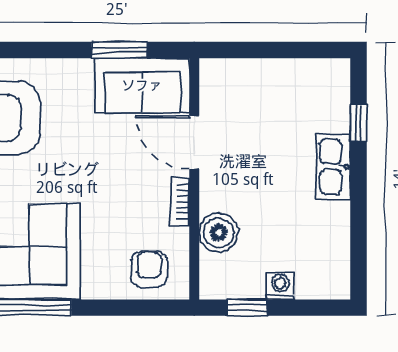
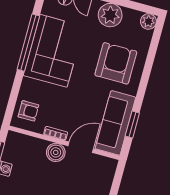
sofa: (142, 85) -> (115, 123), width x1.36
boiler: (219, 233) -> (56, 152), moved

